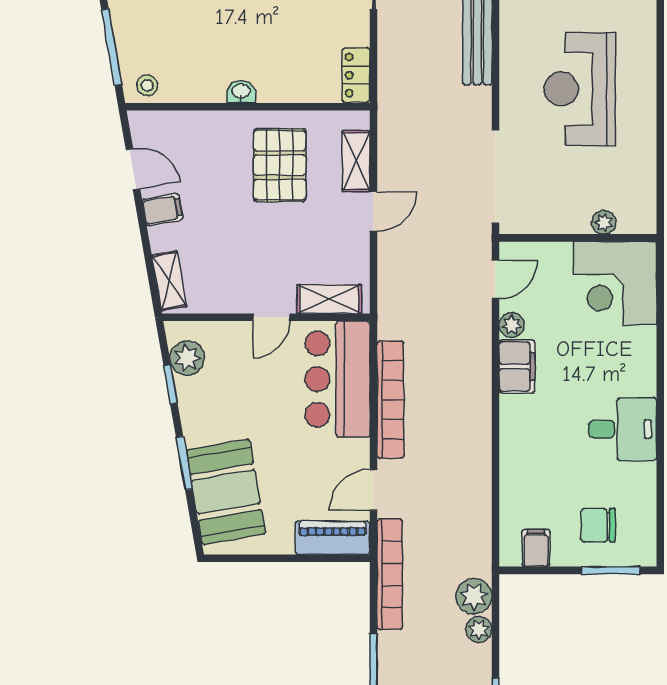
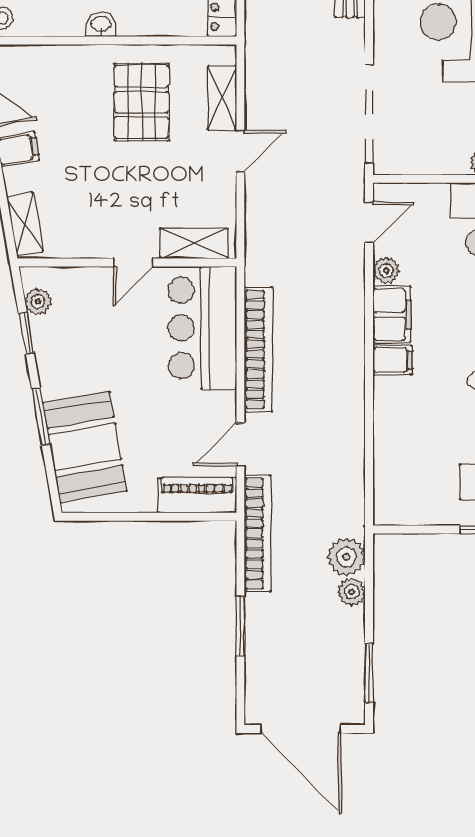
plant: (187, 358) -> (38, 302), width x0.73, depth x0.73
filing cabinet: (536, 548) -> (393, 360), moved, turned 90

